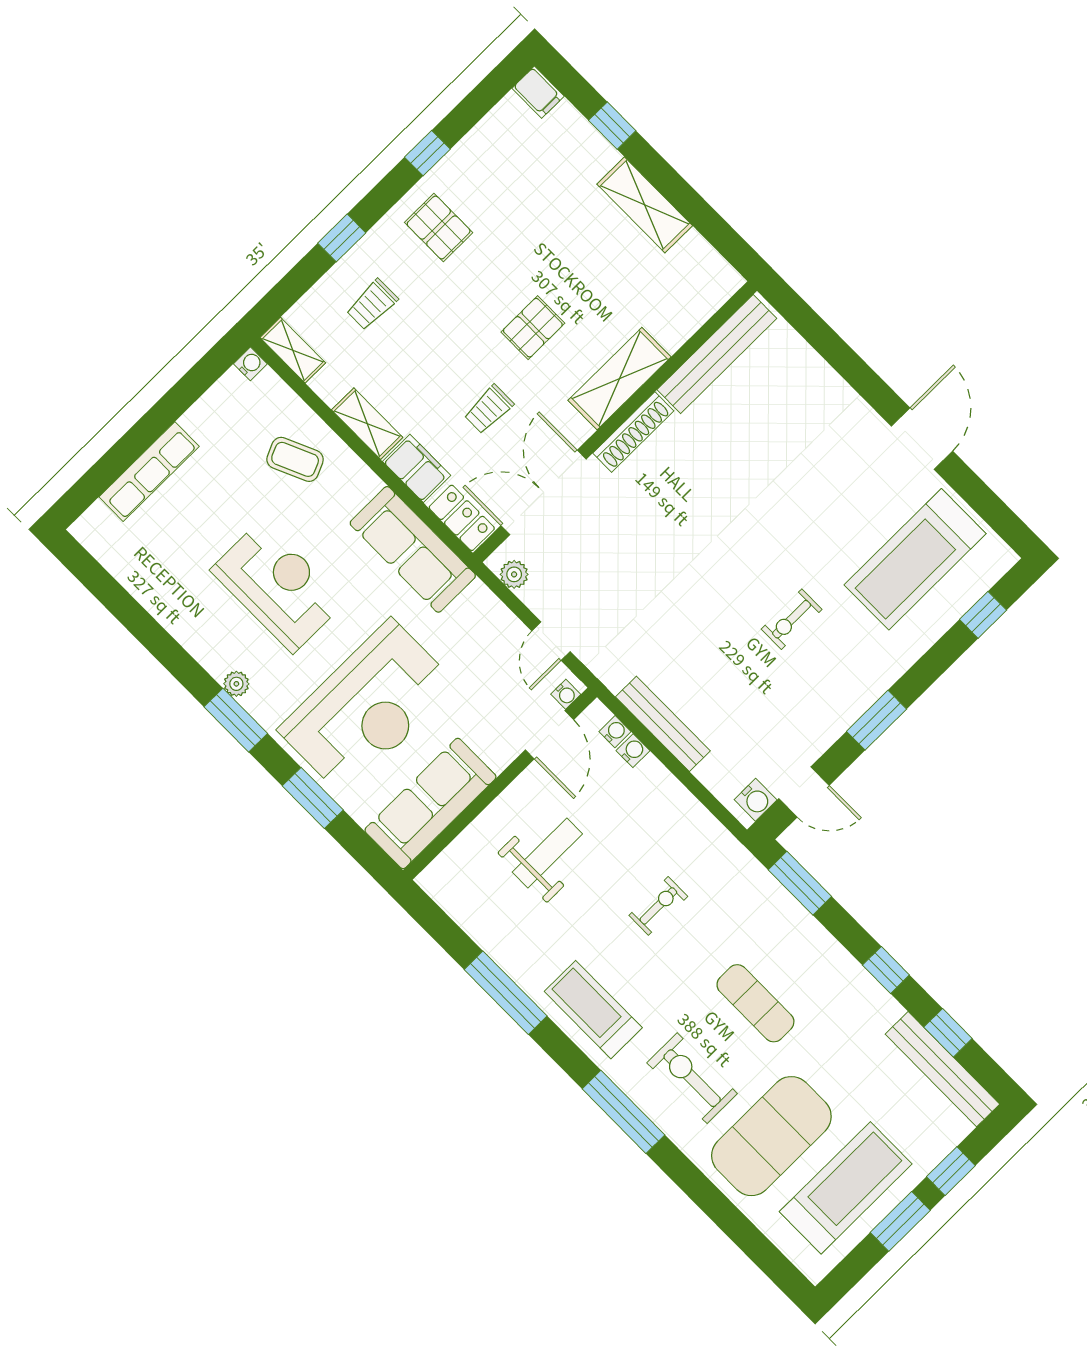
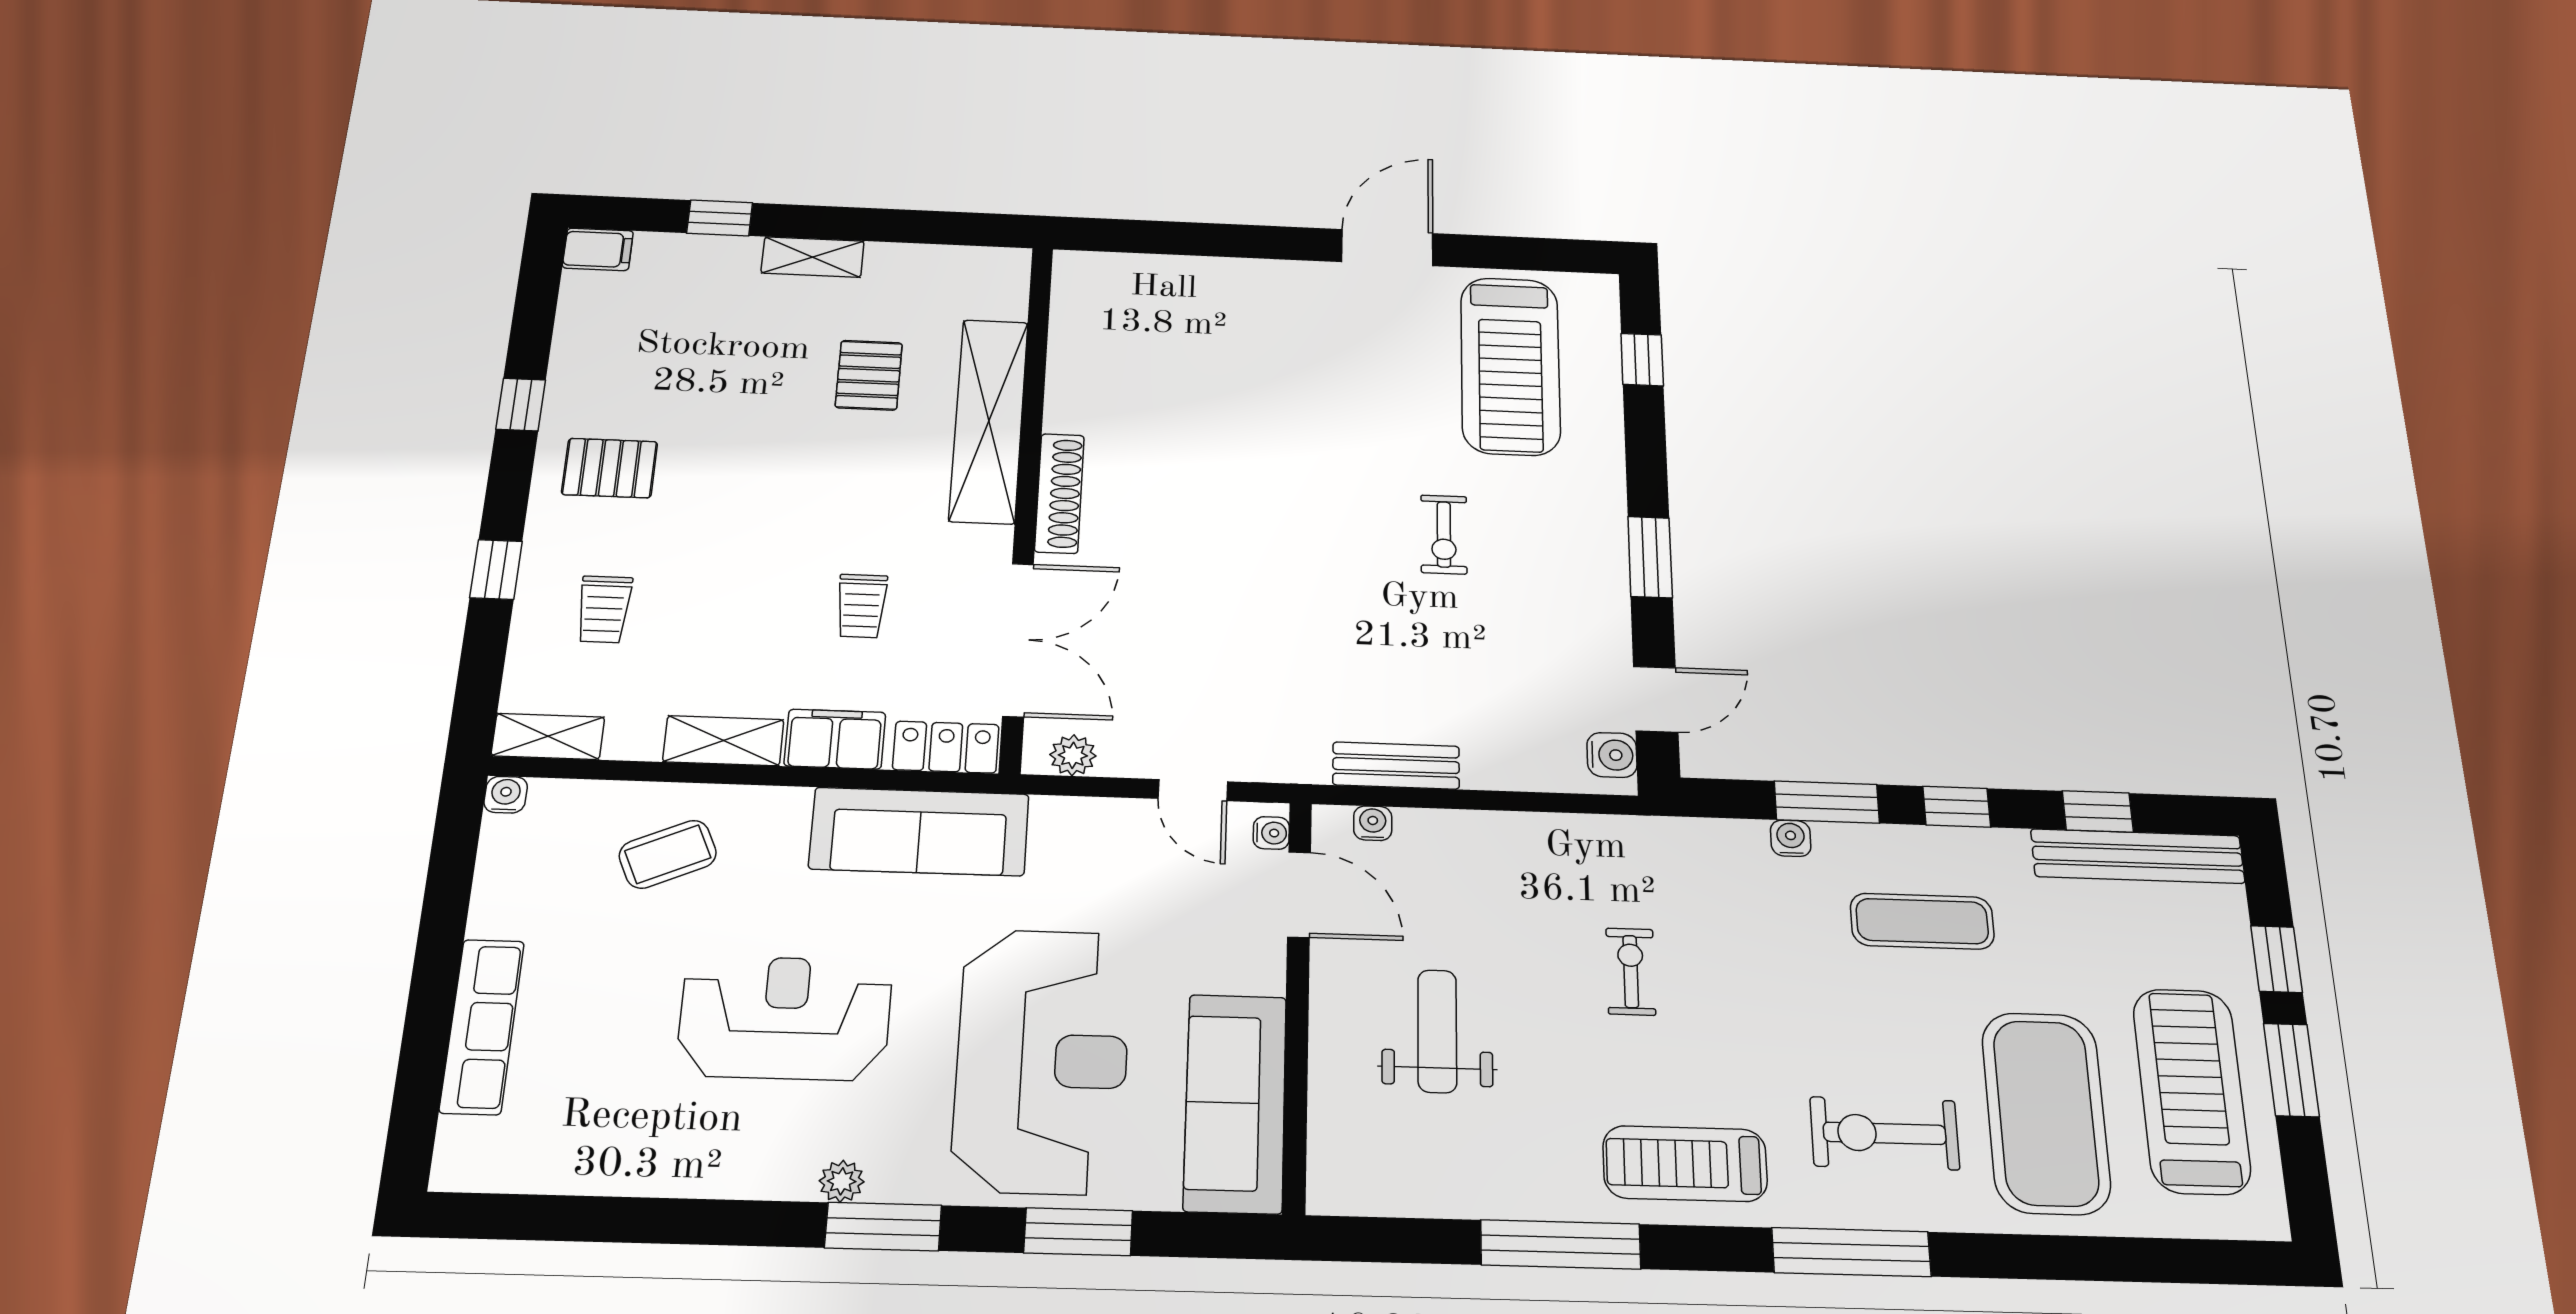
shelving: (645, 205) -> (813, 257), width x0.67, depth x0.75
pallet: (533, 328) -> (869, 375), moved
bench: (717, 354) -> (1073, 343), removed
shelving: (620, 379) -> (989, 421), width x1.47
door: (922, 439) -> (1387, 248), hinge flipped
double door: (544, 492) -> (1018, 639), swing flipped
bench: (663, 724) -> (1396, 766), width x0.73
water cooler: (633, 751) -> (1791, 838), moved
window: (800, 883) -> (1827, 802), moved
exercise mat: (755, 1003) -> (1922, 921), moved

